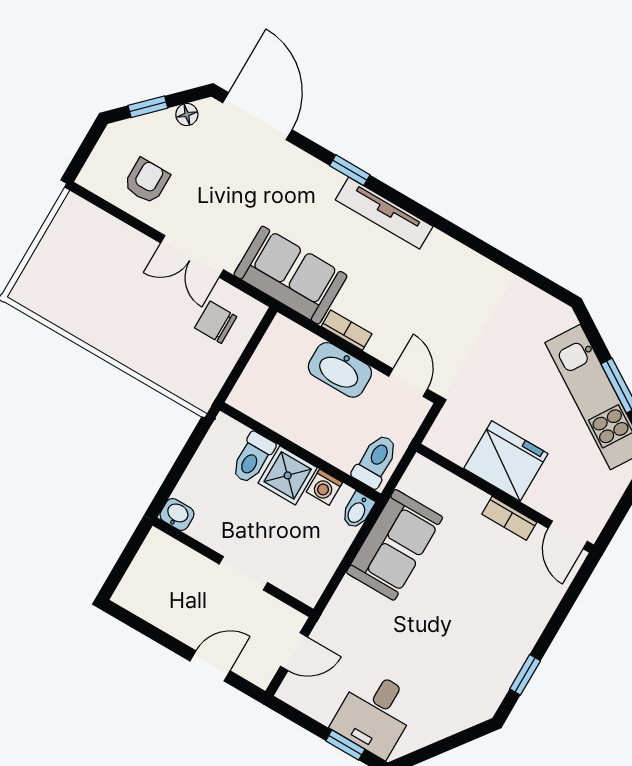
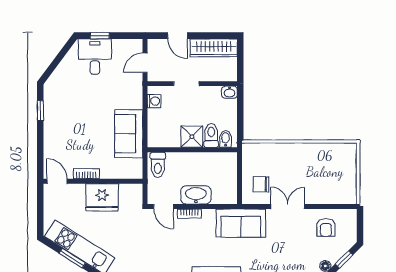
chair: (216, 322) -> (261, 184), turned 180
bookcase: (347, 330) -> (189, 214), moved
washing machine: (324, 487) -> (154, 101), moved, turned 90
bidet: (358, 511) -> (226, 139), moved
wardrobe: (159, 608) -> (214, 48), added
door: (210, 666) -> (177, 36), hinge flipped

